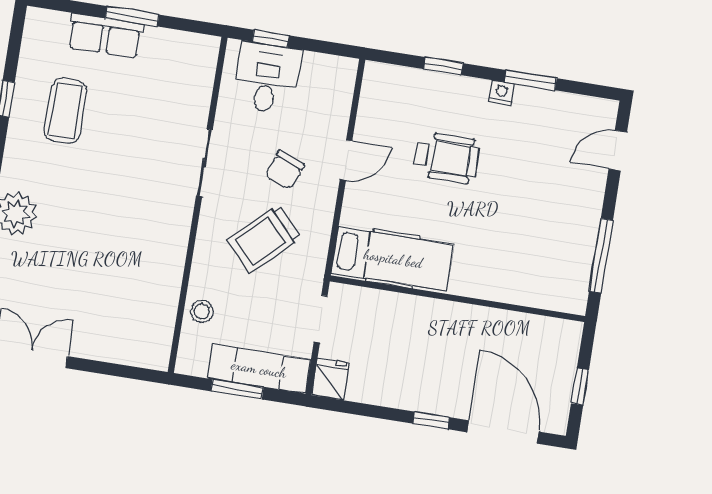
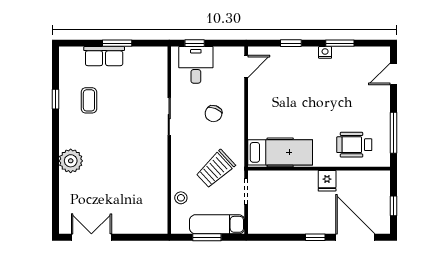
coffee table: (65, 111) -> (89, 100), width x0.73, depth x0.77
wheelchair: (446, 158) -> (354, 145), moved, turned 180
door: (346, 160) -> (246, 66), moved
trolley: (264, 239) -> (216, 169), moved
fridge: (330, 379) -> (327, 181), moved, turned 180

